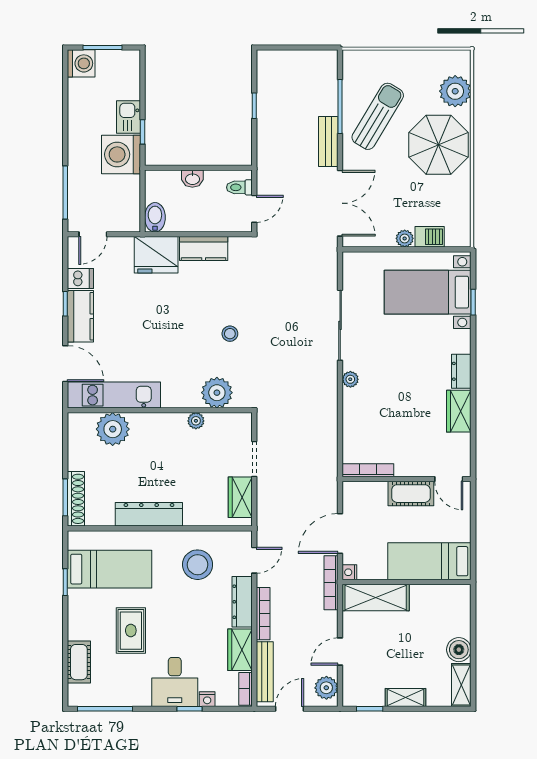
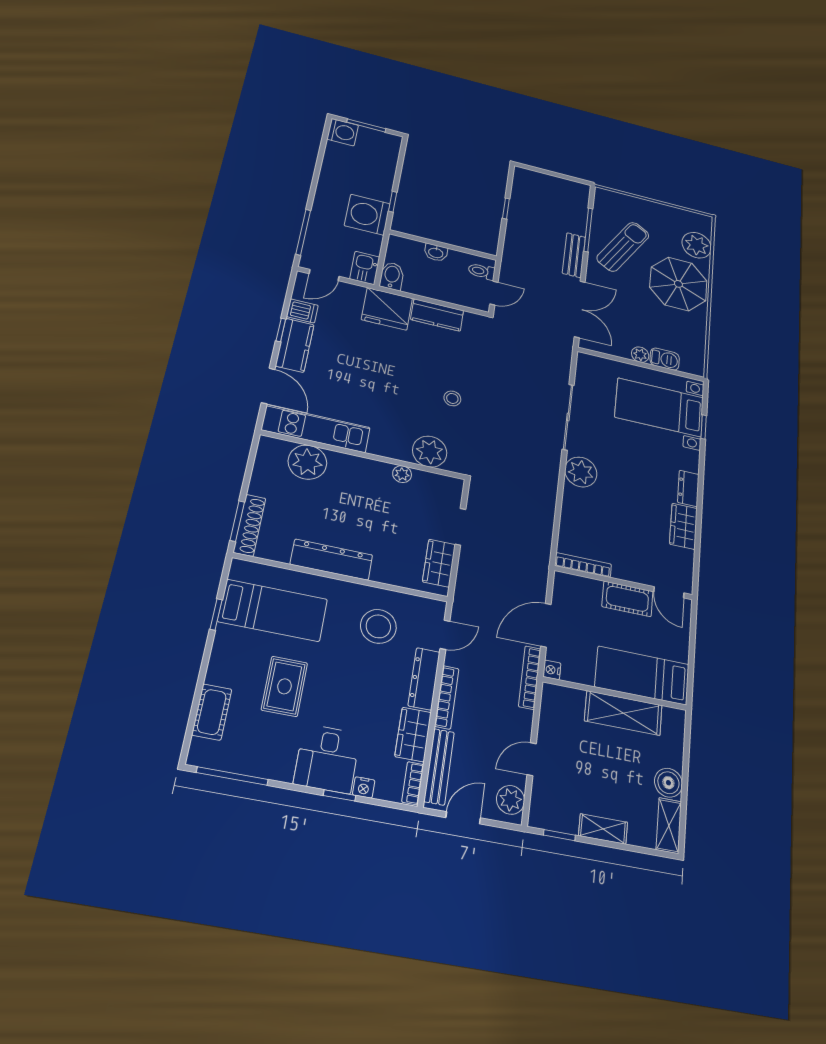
kitchen sink: (129, 117) -> (365, 268), moved
plant: (350, 379) -> (581, 472), width x1.88, depth x1.88
shelving: (376, 598) -> (623, 713), moved

